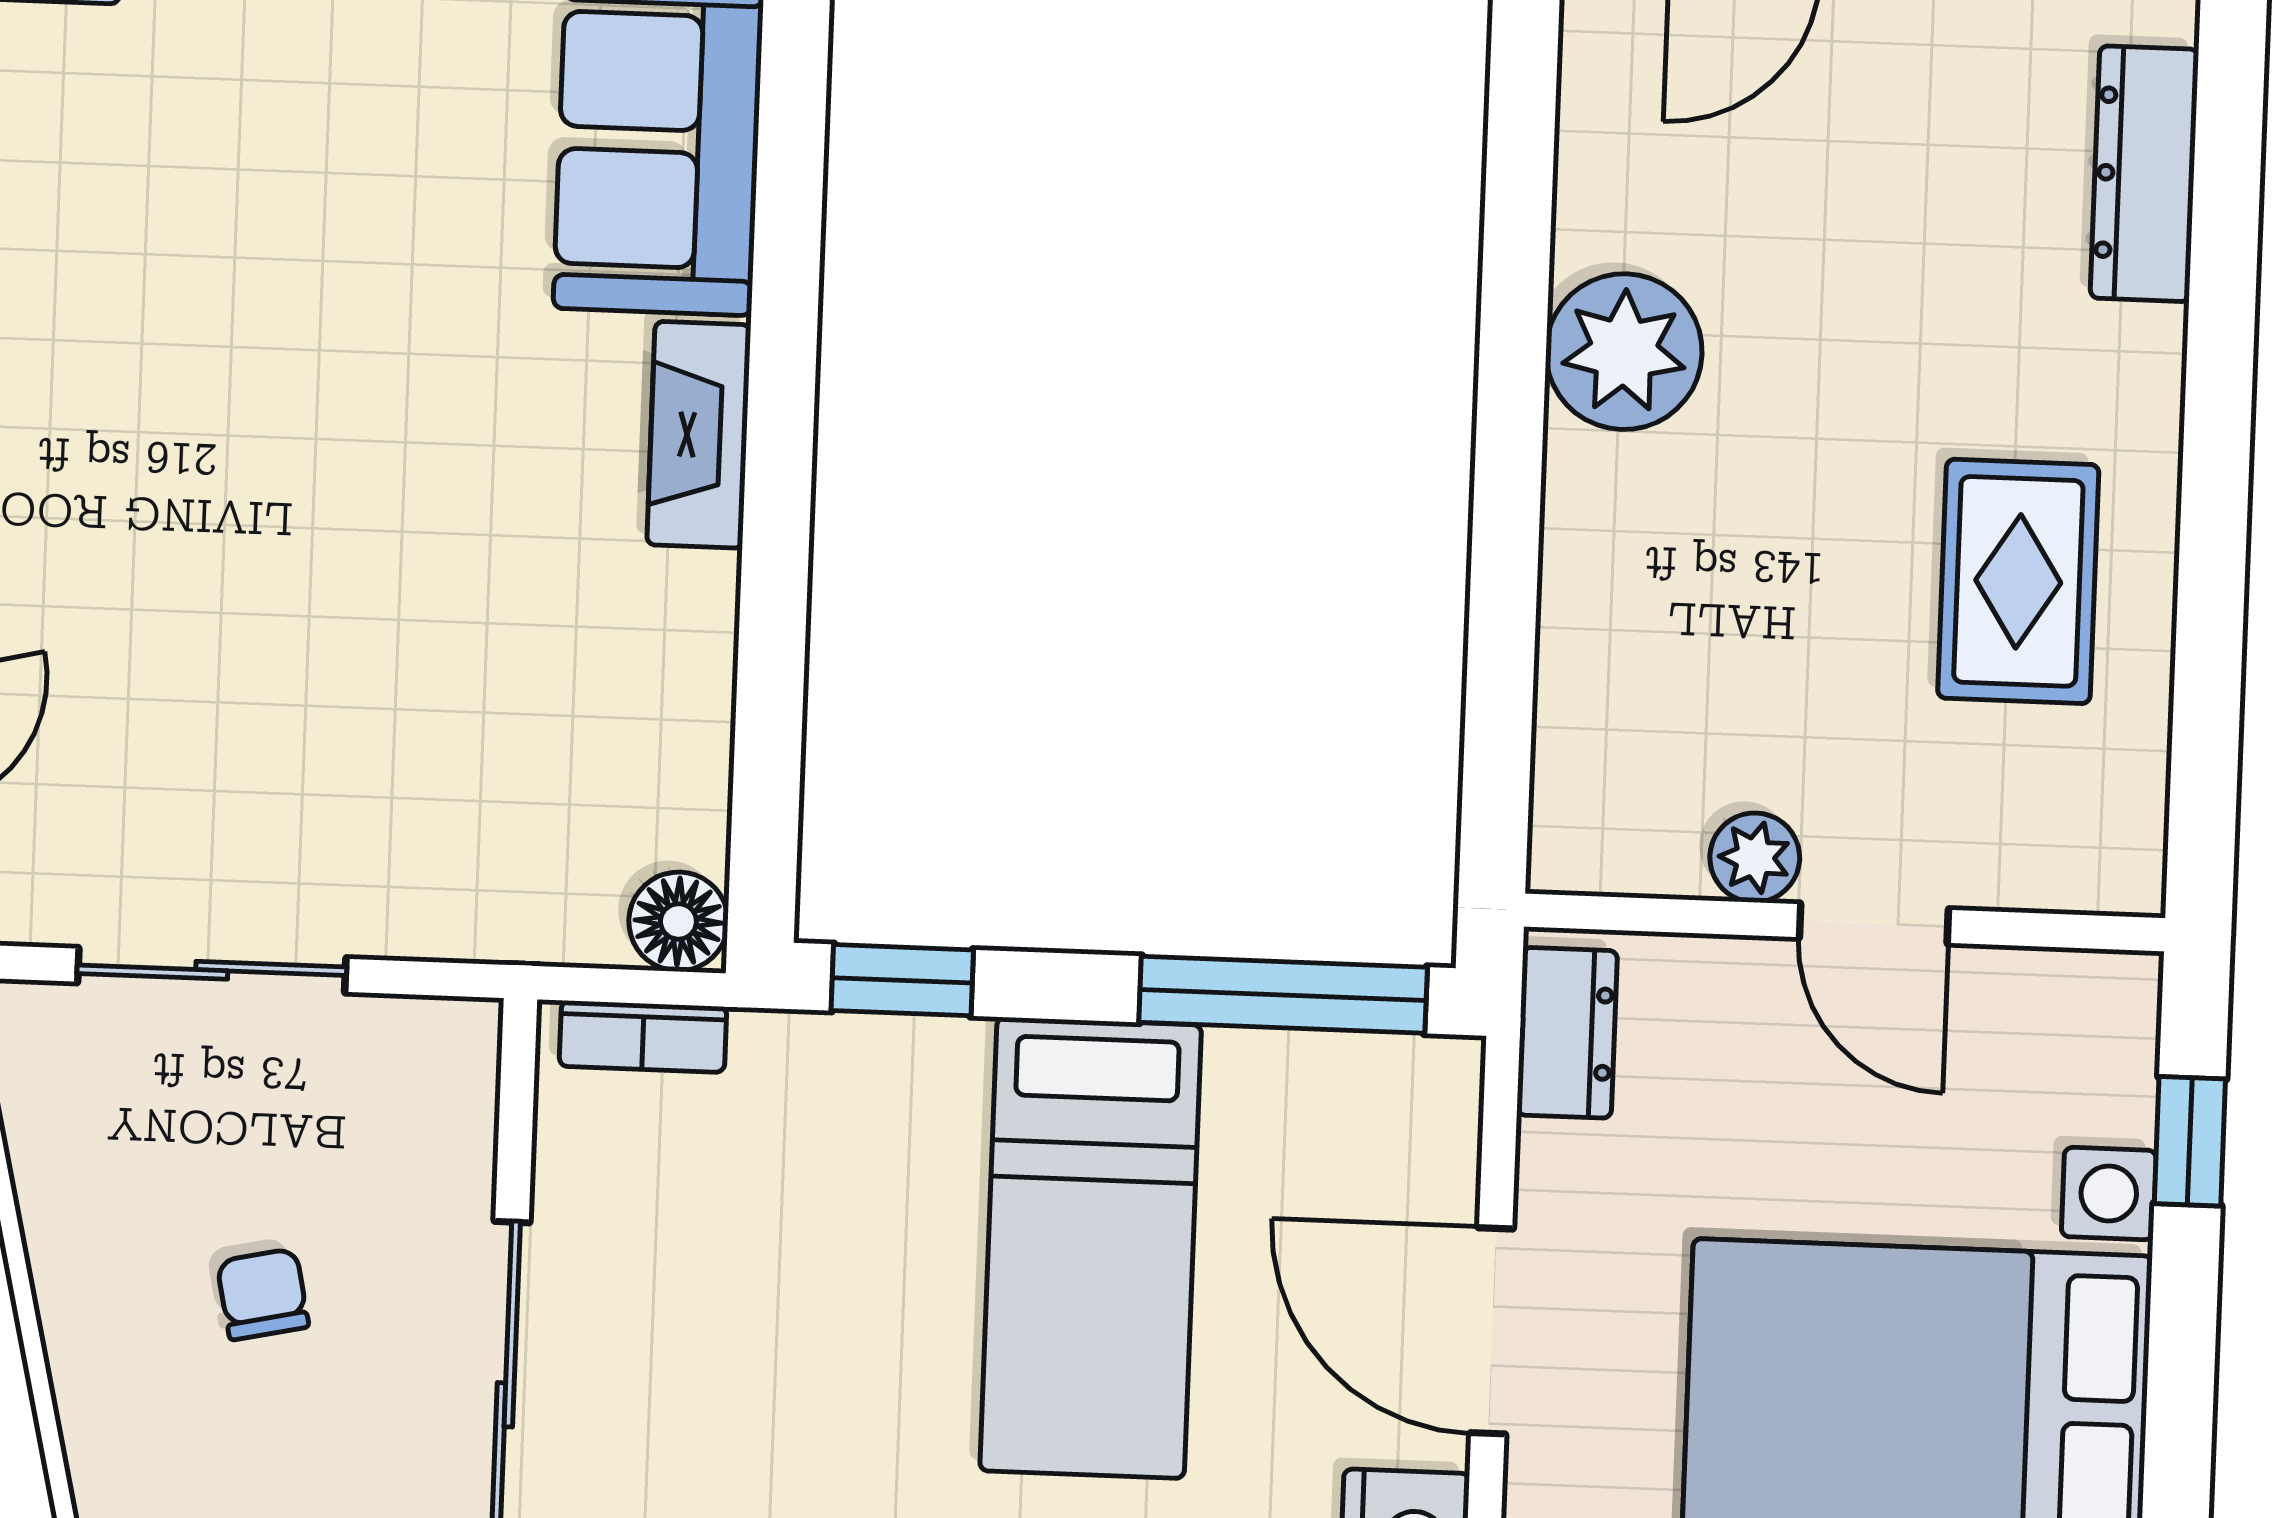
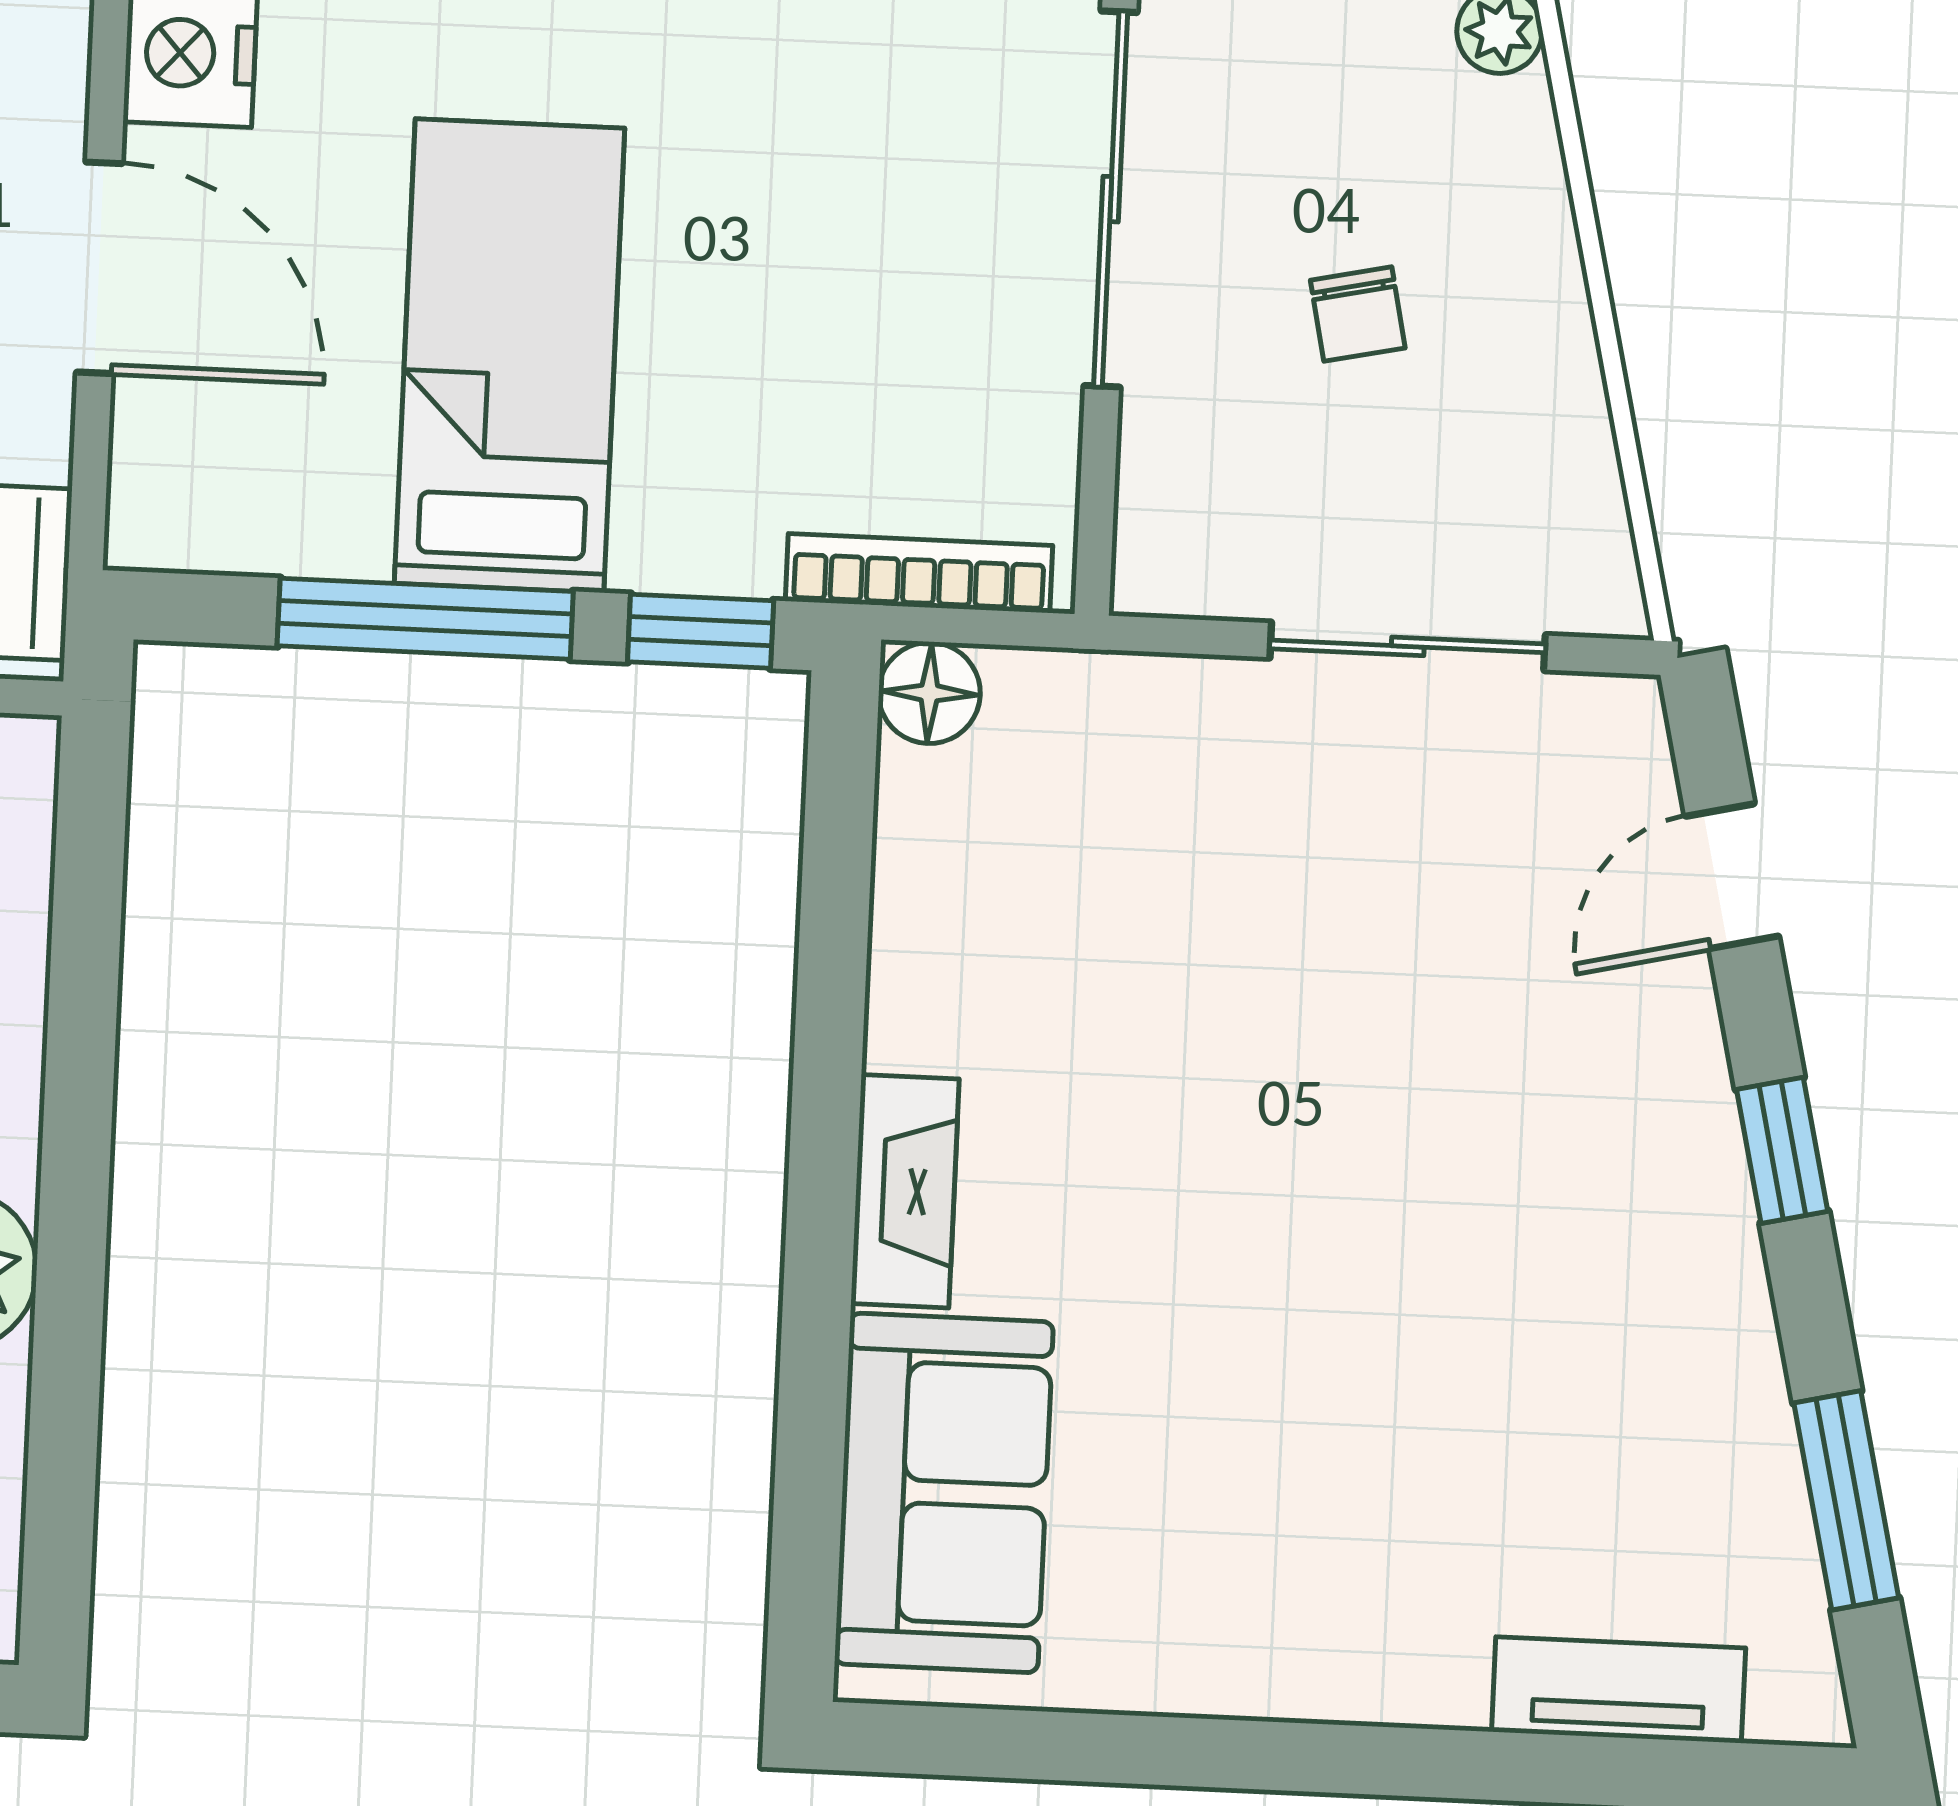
window: (1283, 995) -> (425, 619), moved
bookcase: (643, 1036) -> (919, 573), width x1.56

